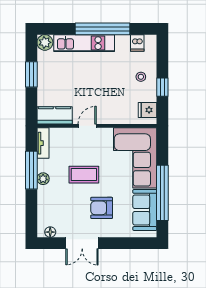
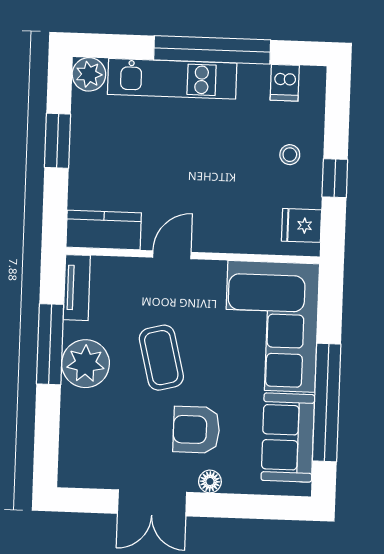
coffee table: (84, 175) -> (161, 358), turned 76
plant: (43, 179) -> (86, 364), width x1.87, depth x1.87
floor lamp: (50, 232) -> (210, 481), moved

